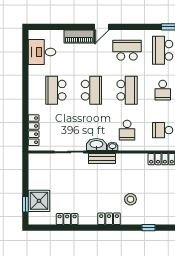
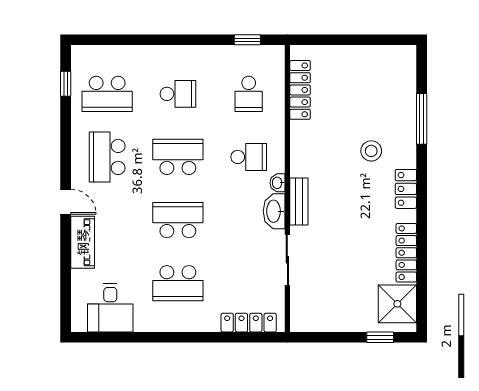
shower: (39, 201) -> (397, 304), moved
locker: (67, 219) -> (406, 253), width x1.53
window: (149, 228) -> (422, 119), width x2.17

